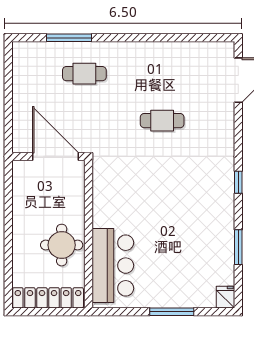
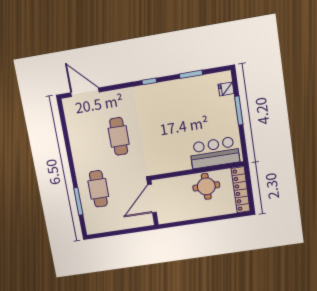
cafe table: (84, 74) -> (98, 189), width x1.37, depth x1.35
cafe table: (162, 121) -> (119, 136), width x1.37, depth x1.35
fridge: (225, 297) -> (226, 89), moved

